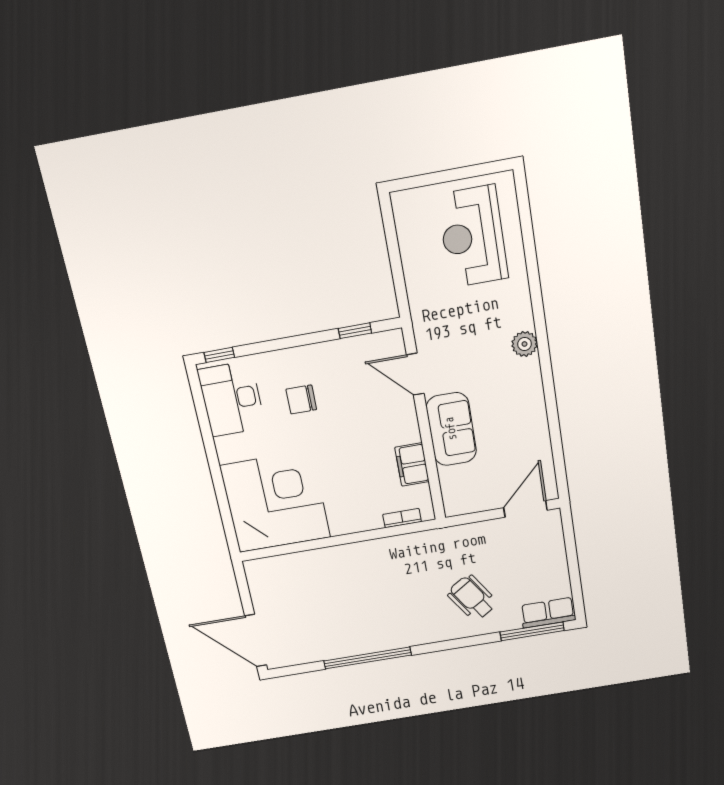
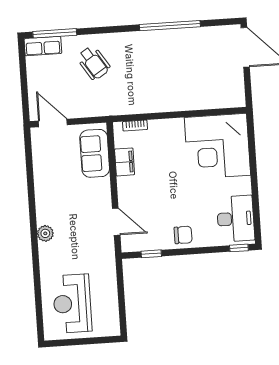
reception desk: (473, 237) -> (72, 304), turned 180
chair: (301, 399) -> (183, 235), moved
sofa: (451, 429) -> (95, 153), moved
door: (525, 509) -> (53, 123), swing flipped

